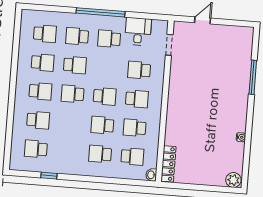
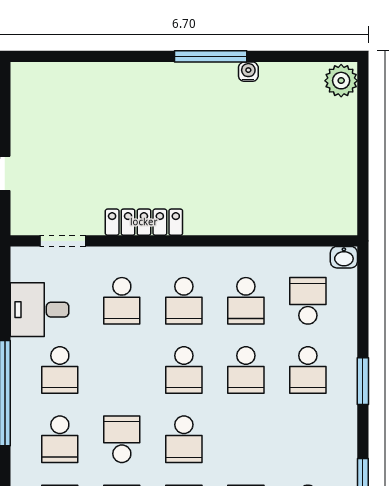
window: (253, 77) -> (211, 56), moved
school desk: (105, 96) -> (184, 370), turned 180
school desk: (137, 99) -> (184, 301), turned 180
locker: (169, 164) -> (144, 222), moved
window: (93, 179) -> (363, 381), added

